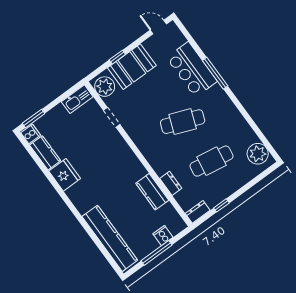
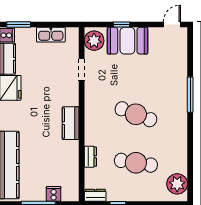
door: (158, 27) -> (172, 25), hinge flipped
bar counter: (192, 69) -> (174, 78), removed
kitchen sink: (77, 99) -> (51, 35), moved
kitchen counter: (152, 192) -> (71, 123), moved

